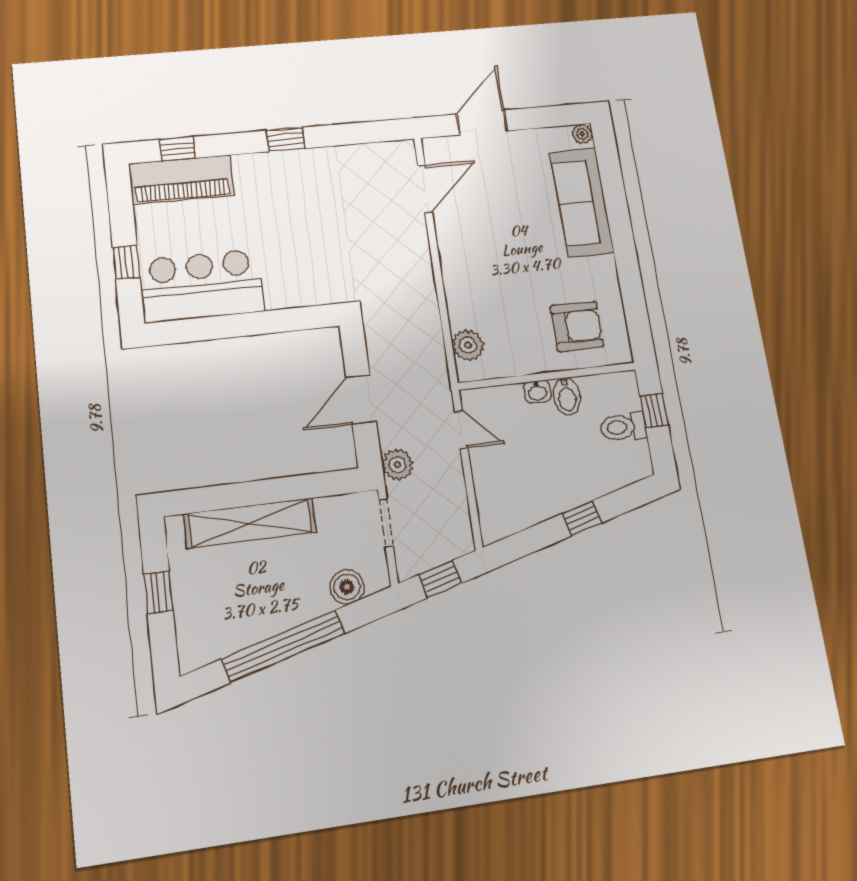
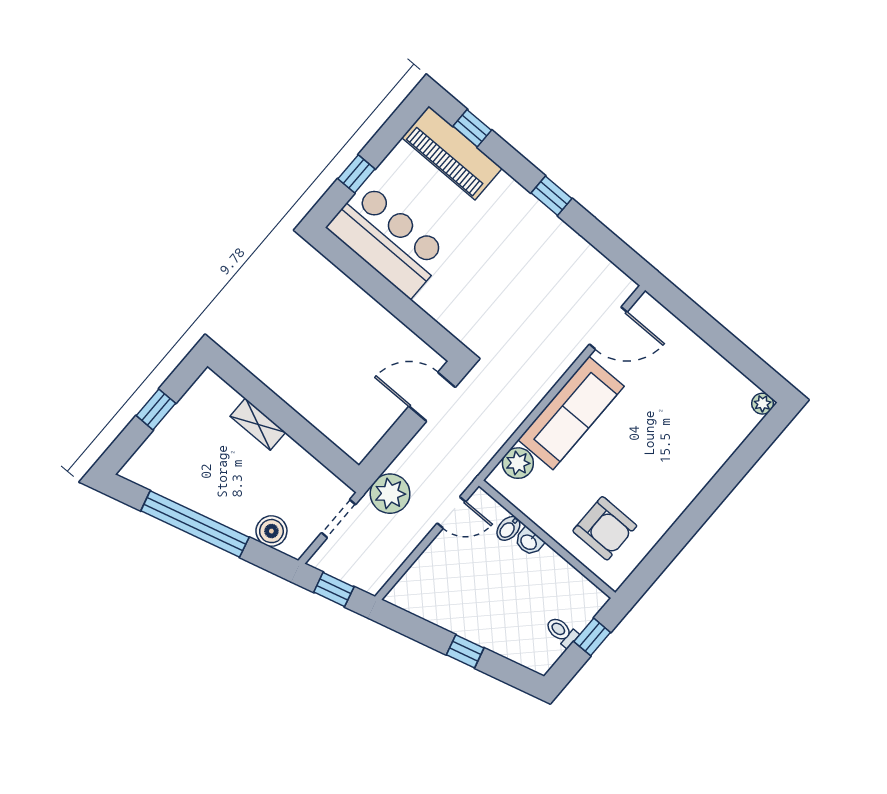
door: (482, 122) -> (701, 323), removed
sofa: (582, 202) -> (571, 413), moved, turned 180
bidet: (567, 396) -> (508, 528), moved, width x0.72, depth x0.74
door: (361, 400) -> (432, 397), moved
toilet: (623, 427) -> (562, 632), width x0.73, depth x0.72
door: (461, 430) -> (451, 512), hinge flipped
plant: (397, 465) -> (390, 494), width x1.36, depth x1.36
shelving: (250, 523) -> (258, 424), width x0.45, depth x0.75

